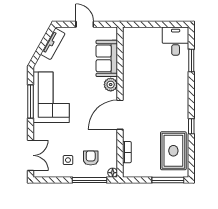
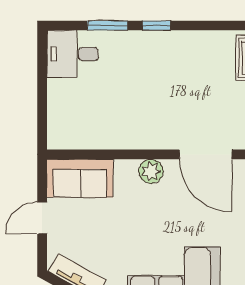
sofa: (107, 58) -> (80, 178), moved
window: (191, 126) -> (156, 25), moved

